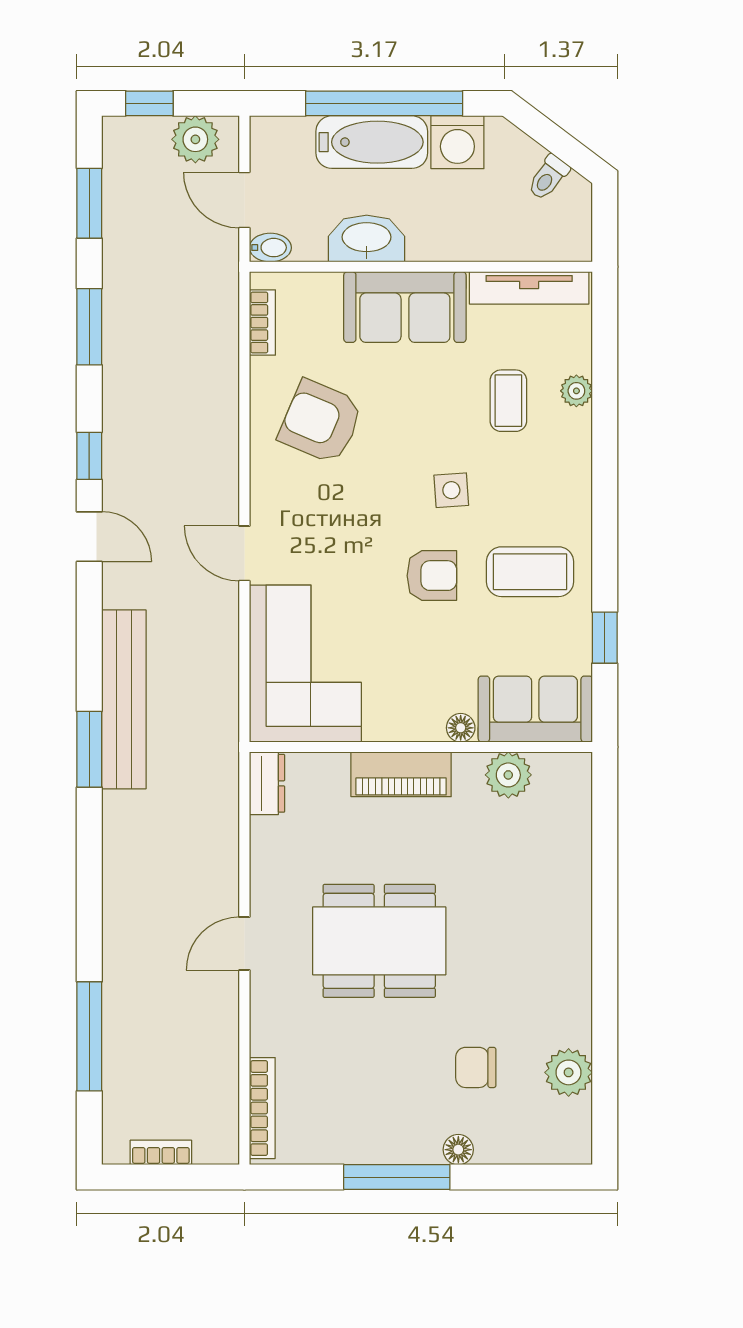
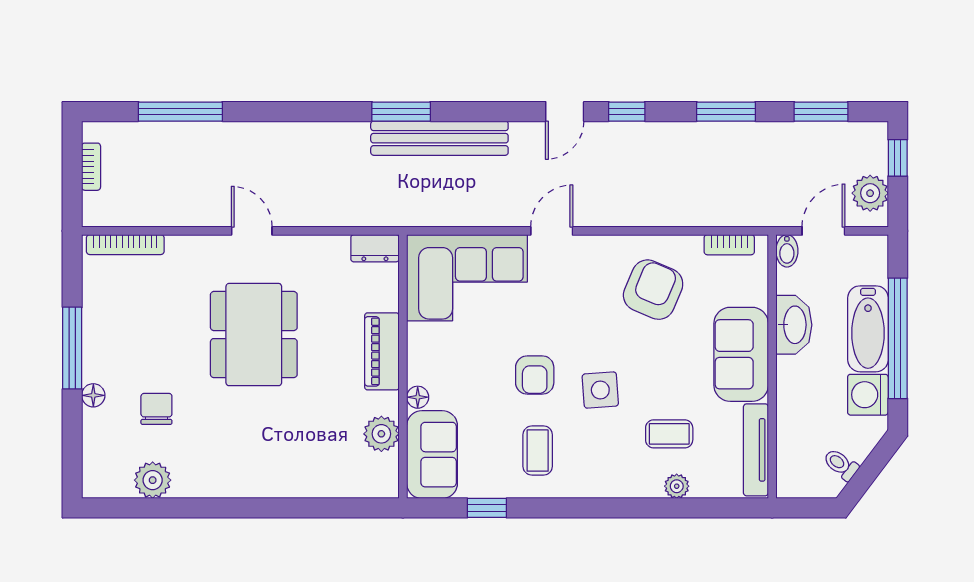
side table: (451, 490) -> (600, 390), width x1.37, depth x1.37
coffee table: (530, 572) -> (538, 451), width x0.73, depth x0.77

